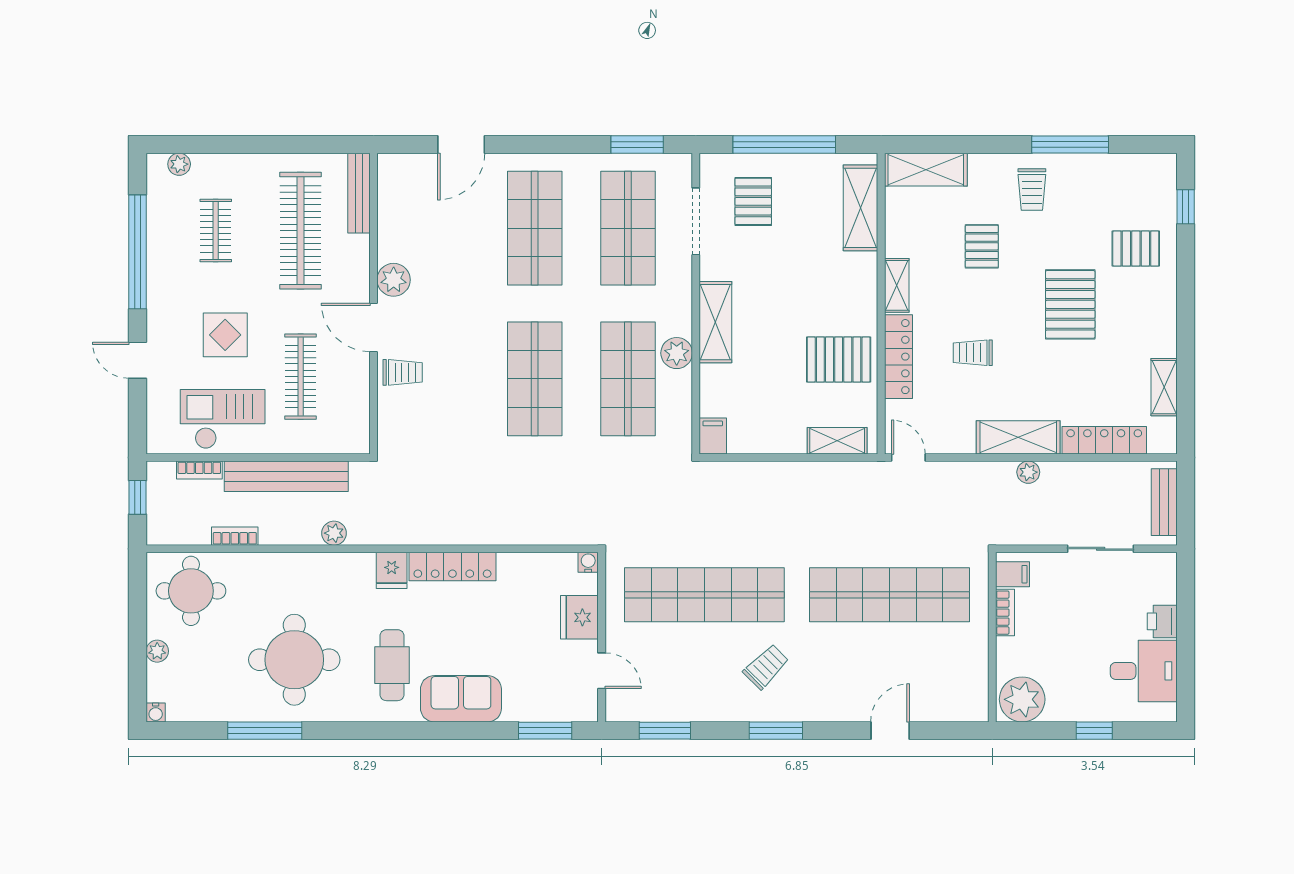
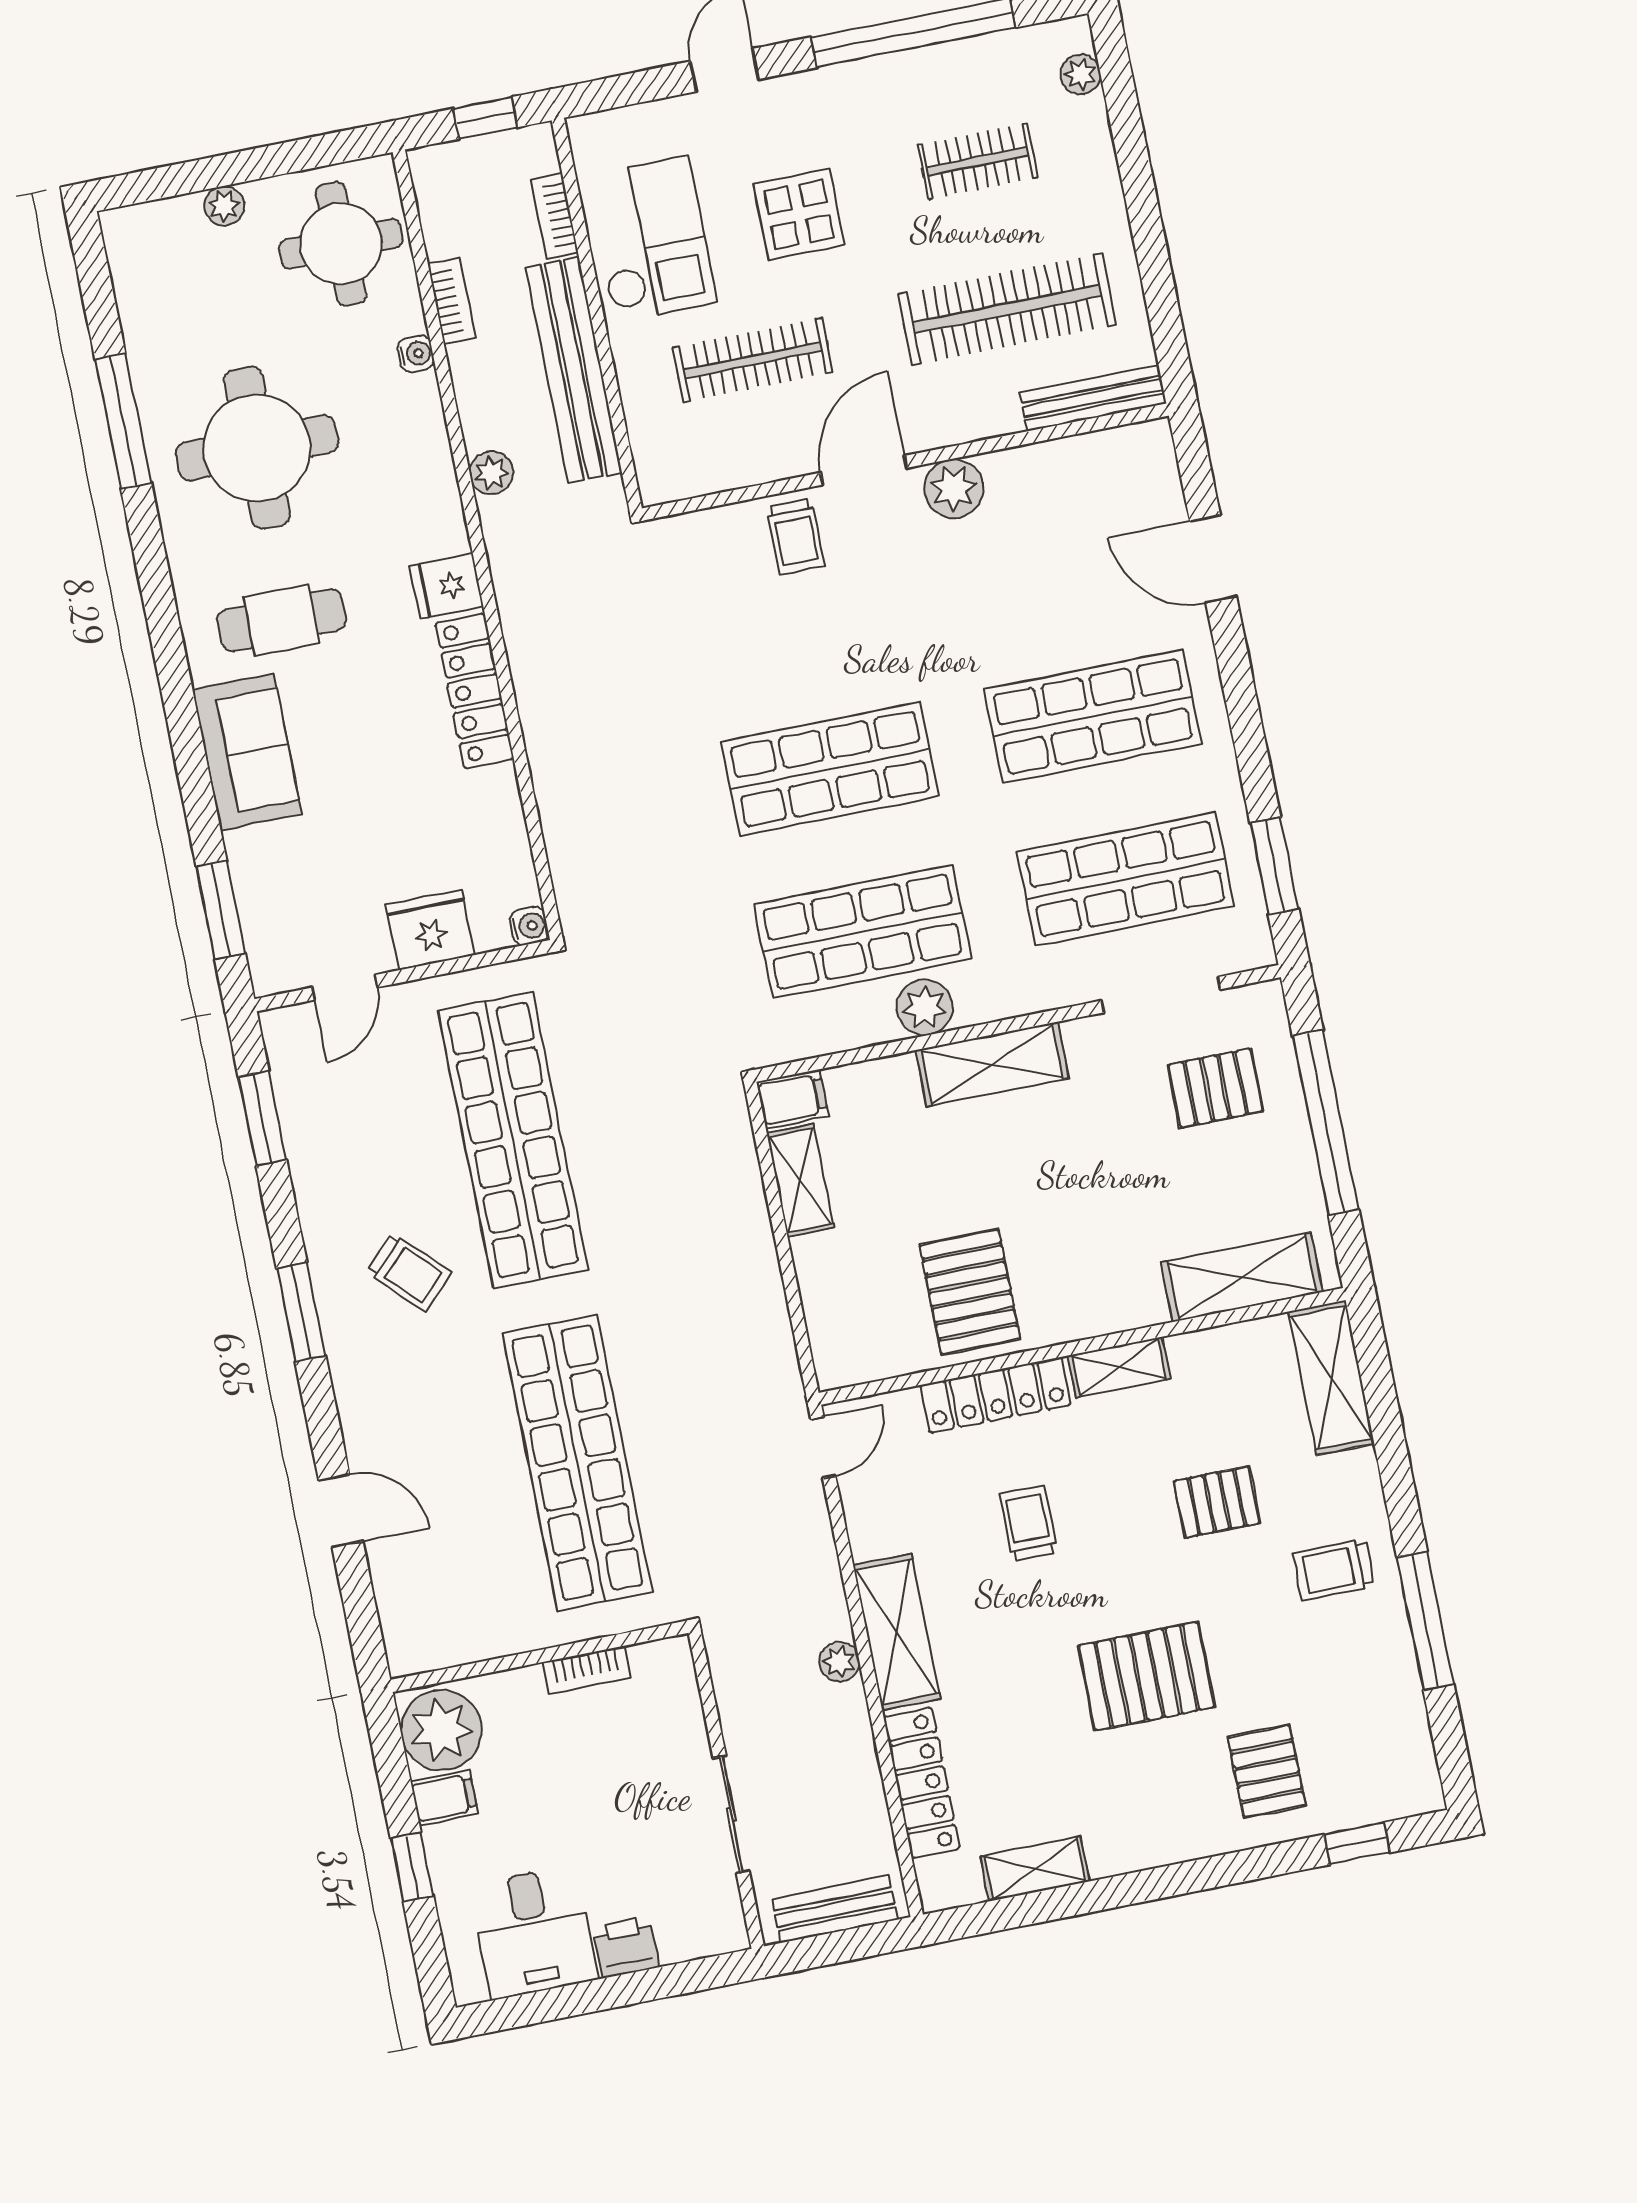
shelving: (837, 441) -> (800, 1180), moved
filing cabinet: (1013, 574) -> (444, 1798), moved, turned -90
water cooler: (156, 713) -> (416, 354), moved, turned 180

